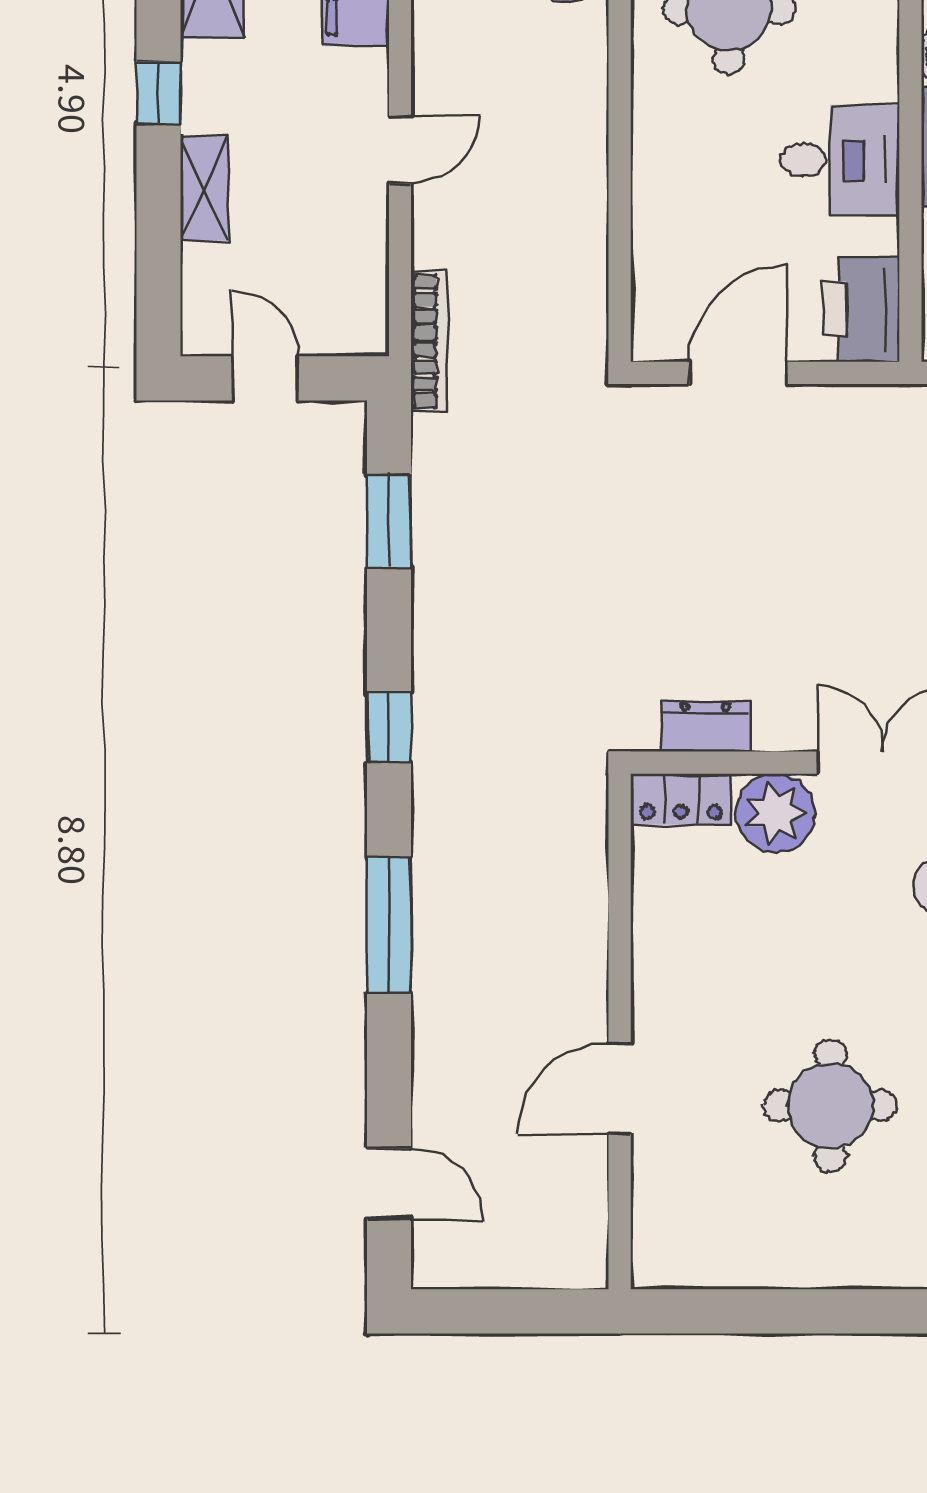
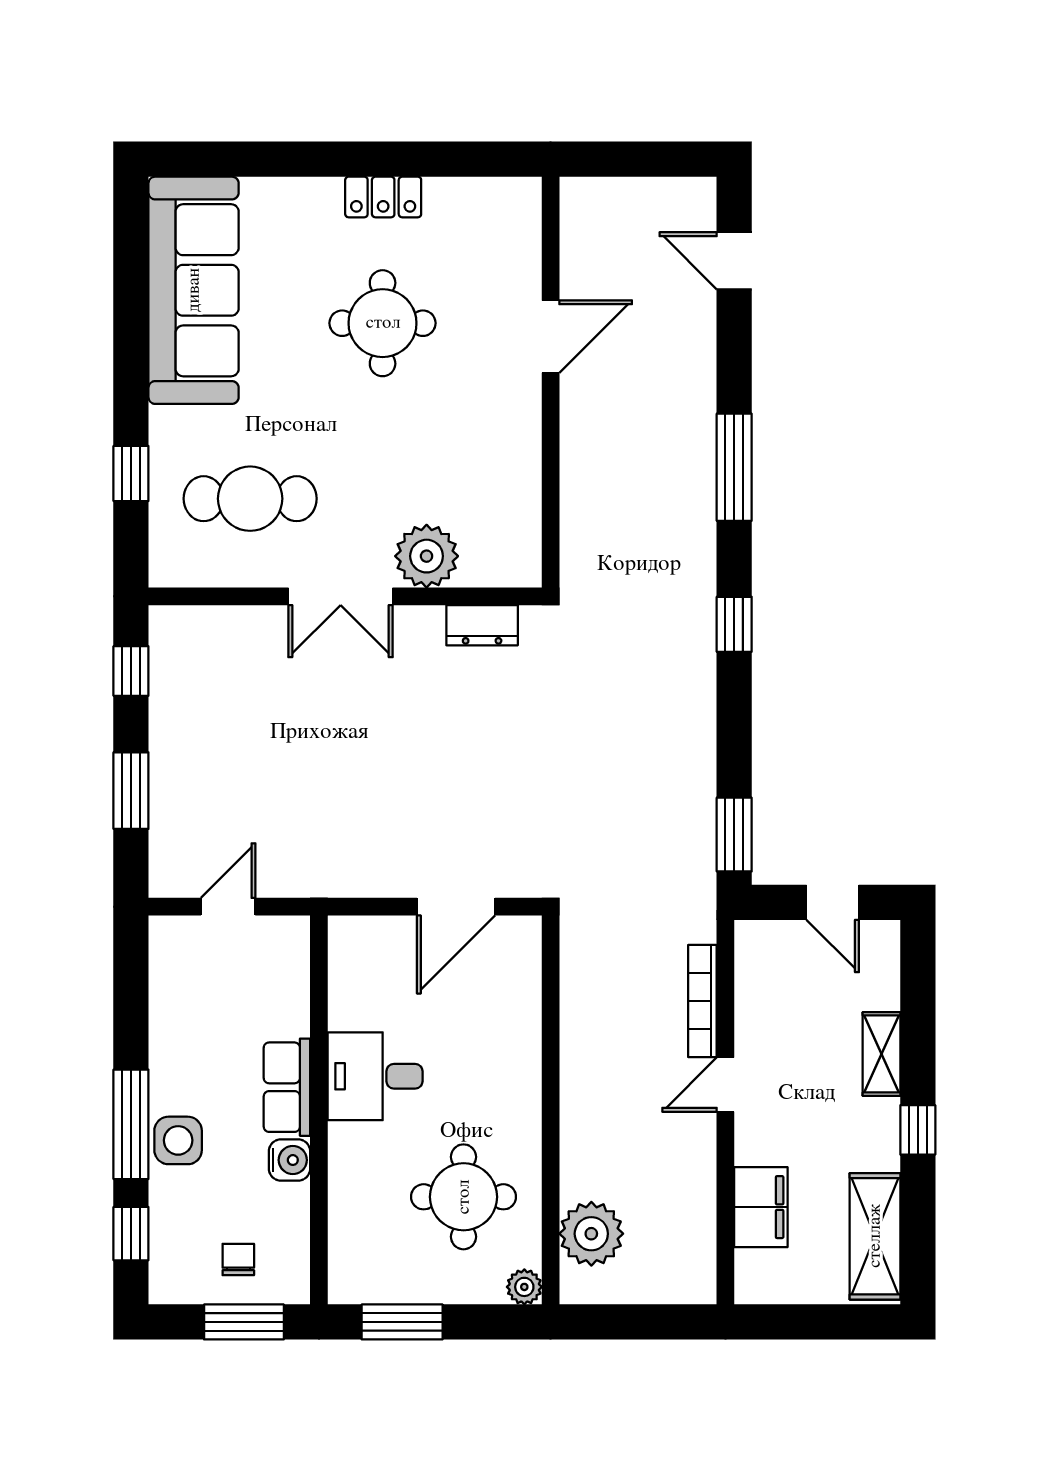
printer: (861, 309) -> (358, 958), removed
bookcase: (429, 342) -> (702, 1001), moved
window: (389, 521) -> (734, 835), moved
locker: (681, 799) -> (383, 197), moved, turned 180

